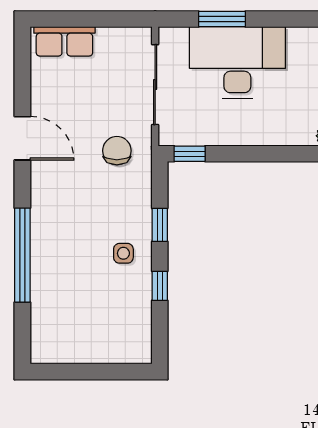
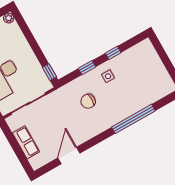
row of seats: (64, 41) -> (26, 142), moved
door: (22, 138) -> (69, 156), moved
chair: (117, 151) -> (88, 101), moved

